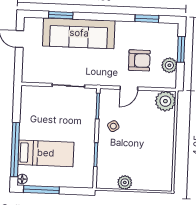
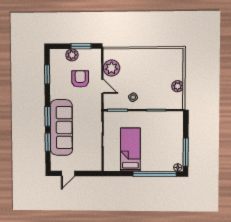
window: (94, 16) -> (48, 116), added
window: (181, 49) -> (81, 46), moved
plant: (169, 65) -> (72, 55), moved
plant: (165, 101) -> (112, 68), moved
bed: (46, 153) -> (130, 150), moved

